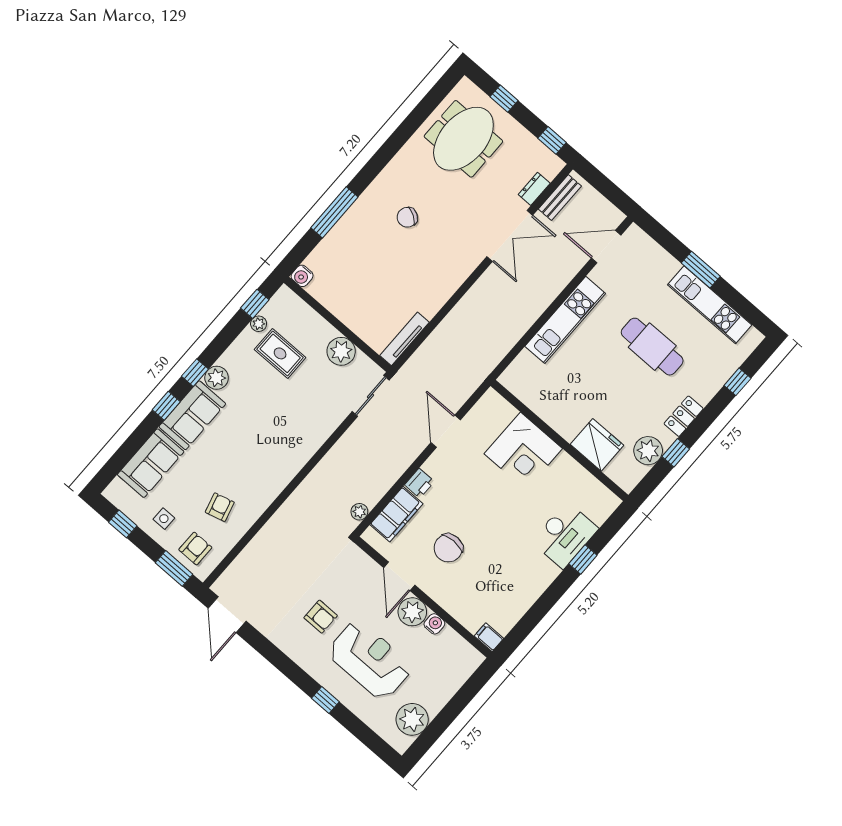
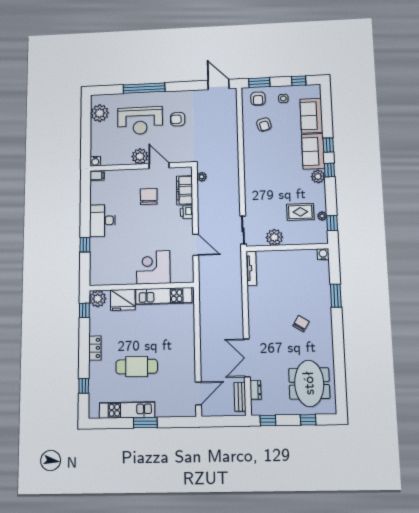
window: (334, 212) -> (336, 296), width x0.69
kitchen unit: (565, 320) -> (164, 296), moved, turned -90
plant: (648, 451) -> (98, 299), moved
window: (676, 453) -> (84, 310), moved
desk: (565, 535) -> (102, 221), moved
water cooler: (434, 624) -> (95, 161), moved
window: (325, 700) -> (144, 88), width x3.17

